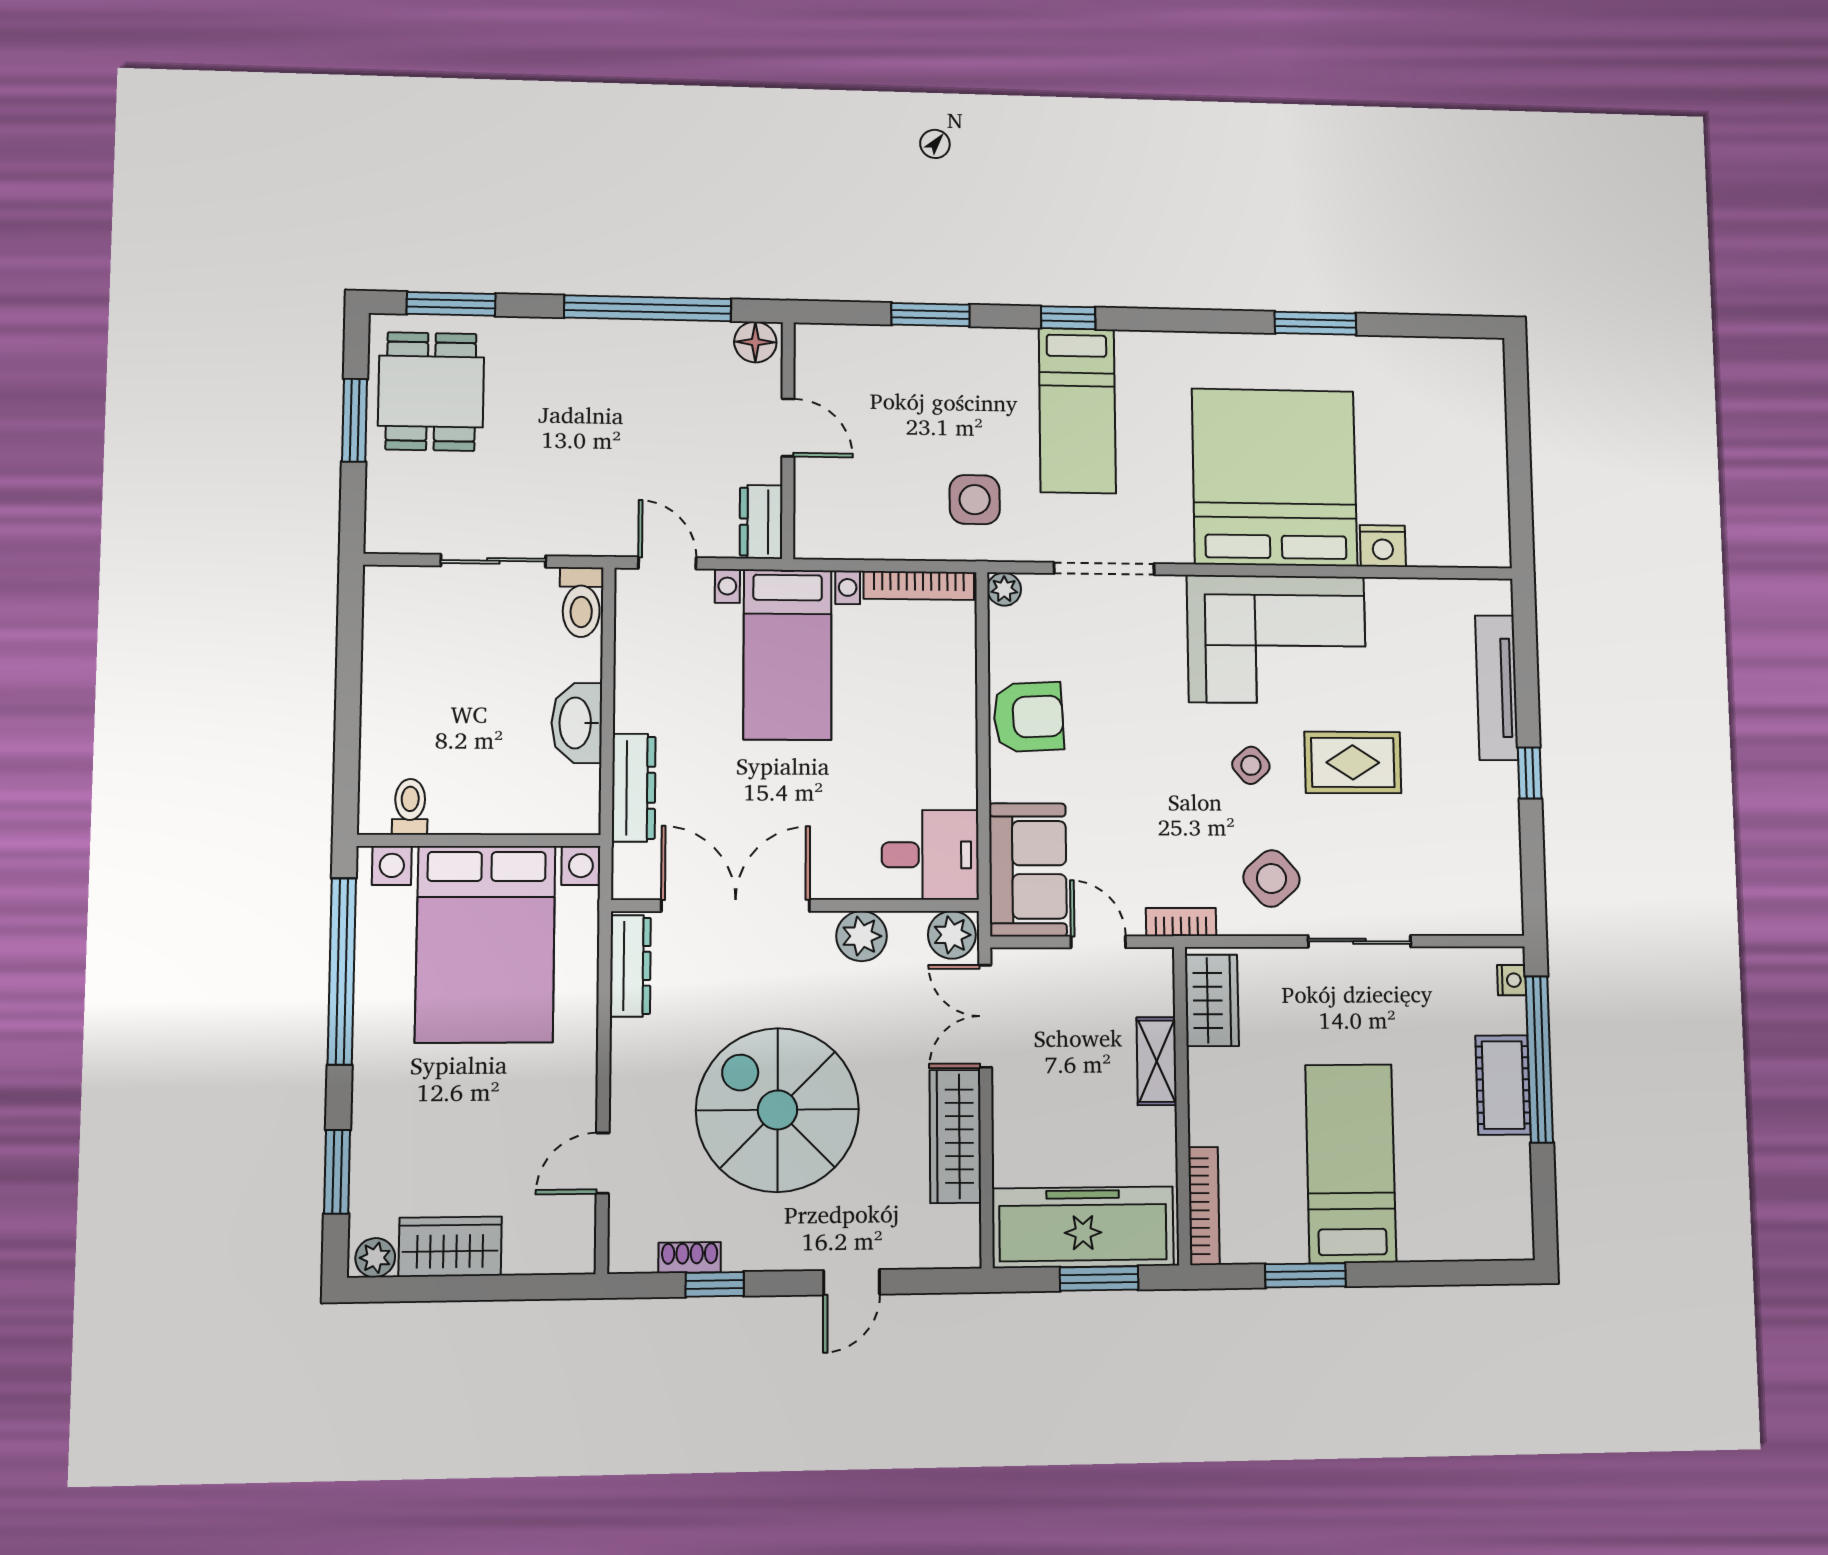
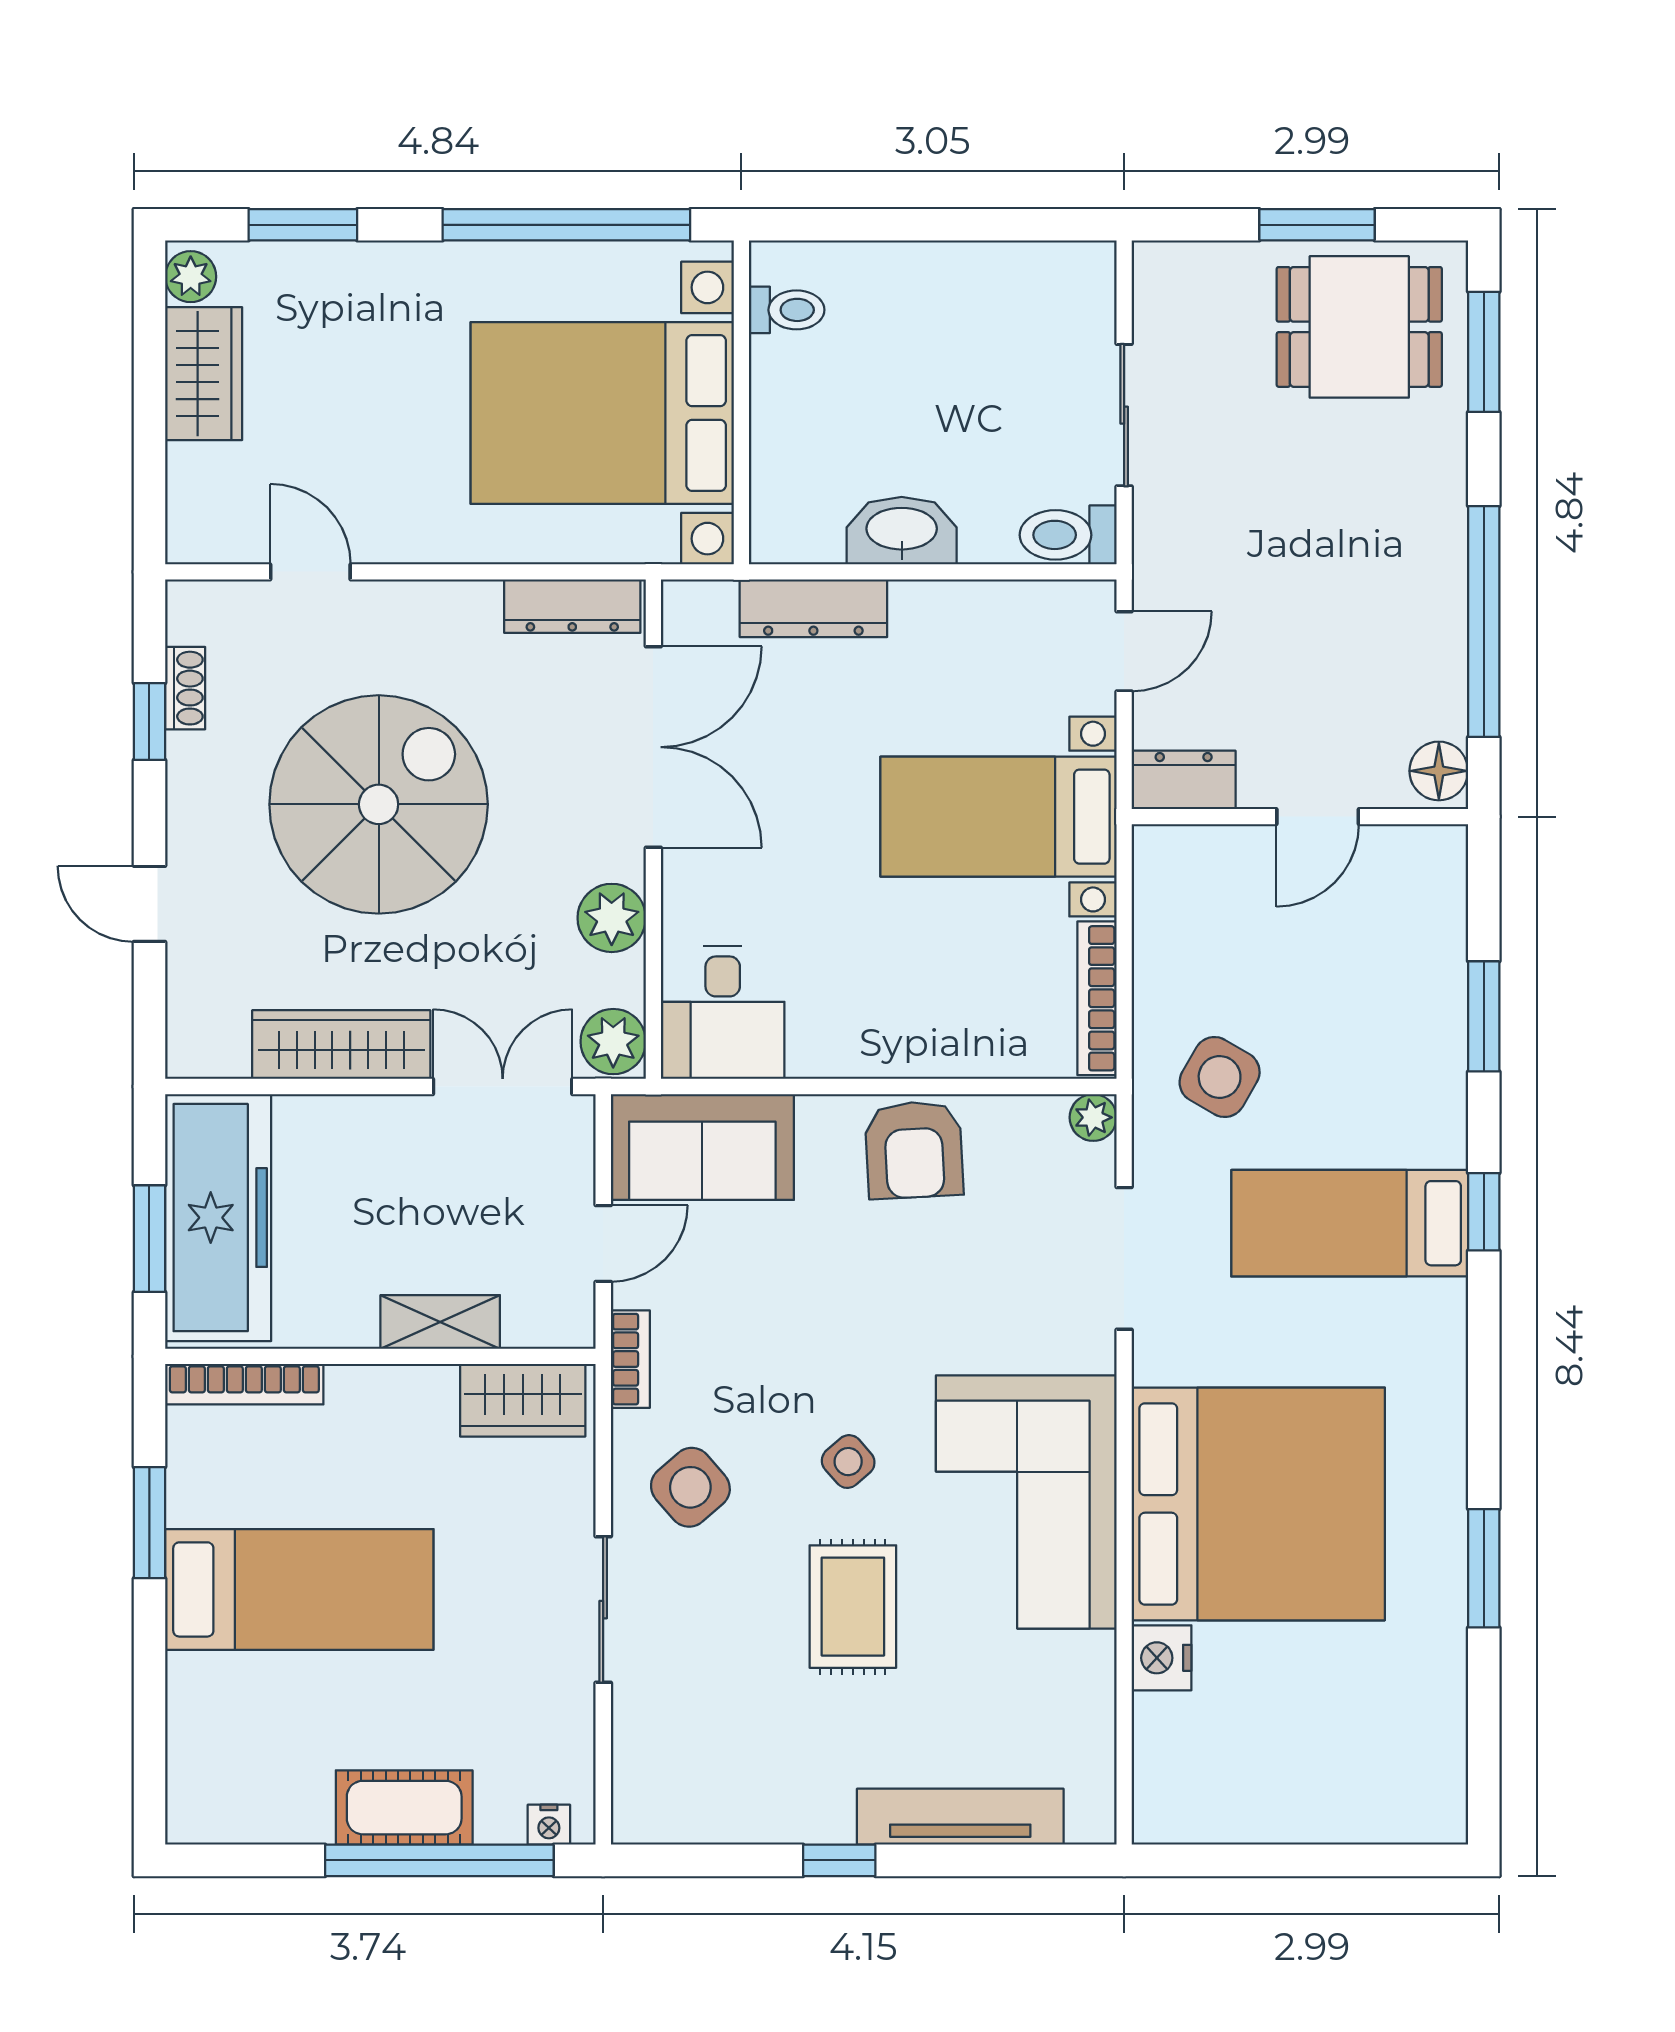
side table: (975, 500) -> (1220, 1077), turned 30

